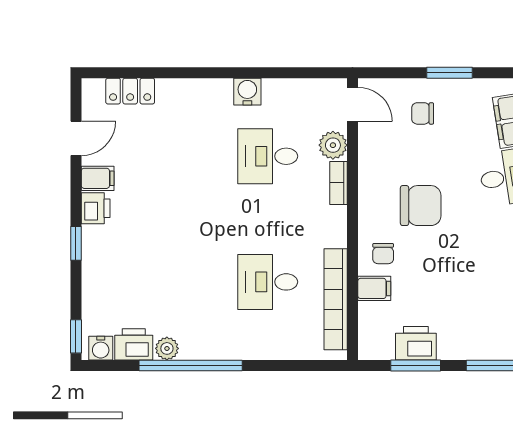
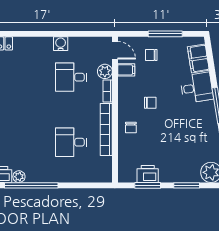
window: (449, 73) -> (165, 34), width x1.44
chair: (421, 206) -> (150, 103), width x0.54, depth x0.54
filing cabinet: (374, 288) -> (126, 70), moved
bookcase: (336, 299) -> (106, 129), moved

